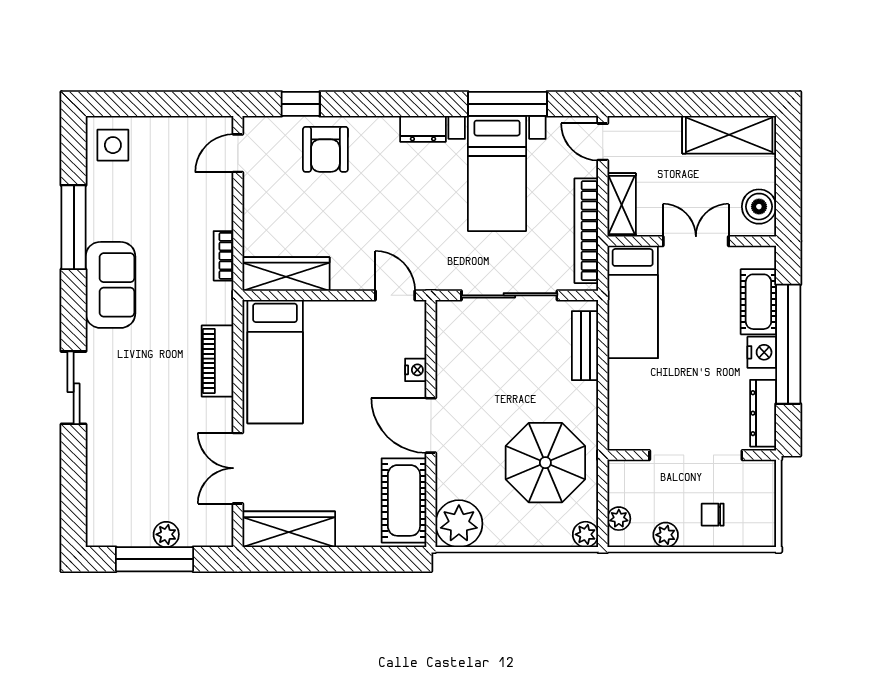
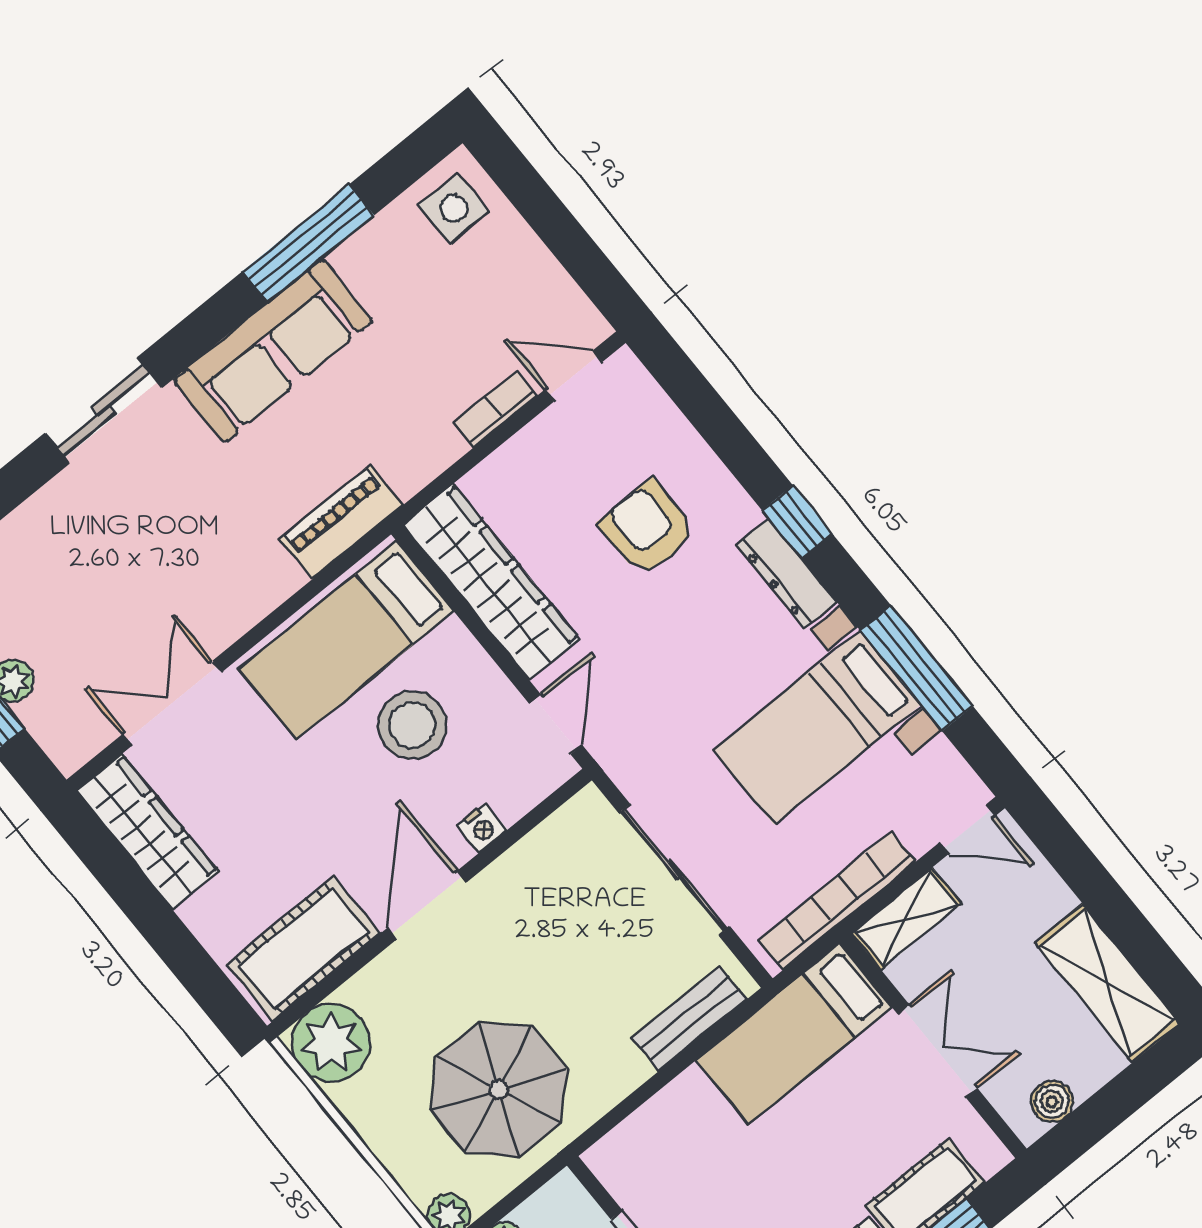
window: (301, 104) -> (797, 522), moved
dresser: (423, 129) -> (786, 574), width x1.44
door: (603, 142) -> (967, 829), swing flipped
armchair: (325, 149) -> (648, 528), moved, turned 90
boiler: (759, 207) -> (1052, 1102), width x0.73, depth x0.73
bookcase: (223, 256) -> (495, 409), moved
wardrobe: (286, 274) -> (491, 582), width x1.40, depth x1.17
sofa: (110, 285) -> (273, 350), width x1.36
piano: (217, 361) -> (341, 522), moved
stool: (340, 363) -> (412, 725), added

